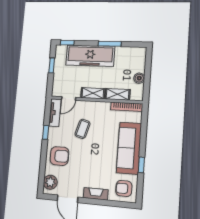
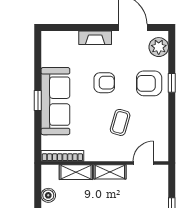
tv unit: (55, 113) -> (161, 142), removed
window: (46, 132) -> (172, 83), moved
window: (141, 165) -> (38, 101), moved
armchair: (124, 188) -> (104, 83), moved

